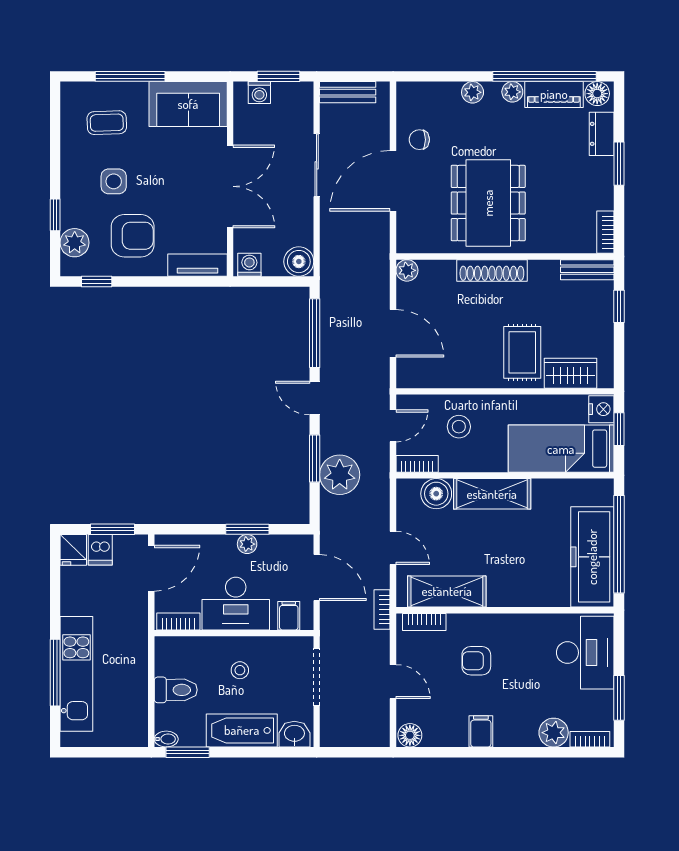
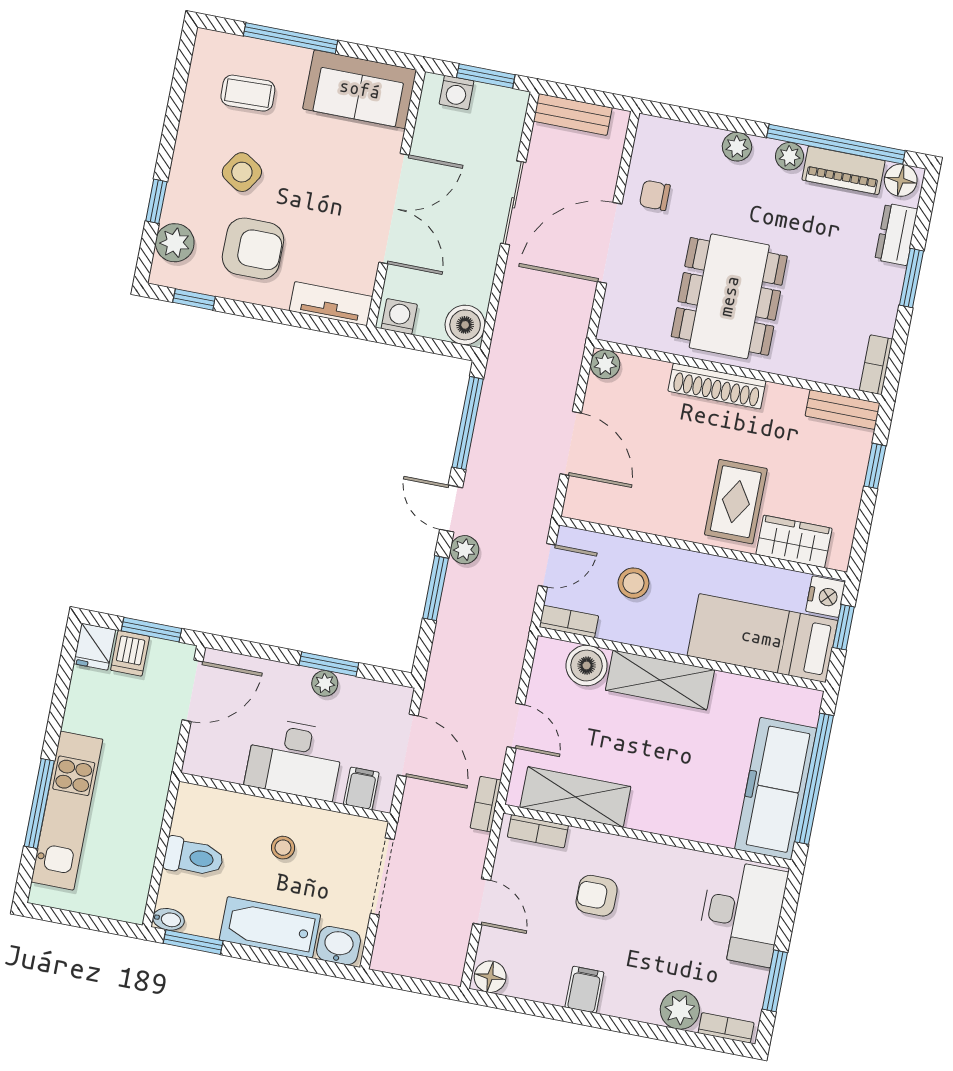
side table: (114, 181) -> (242, 172), turned 33
plant: (340, 475) -> (464, 550), moved, width x0.53, depth x0.53
bookcase: (178, 621) -> (215, 768), removed

